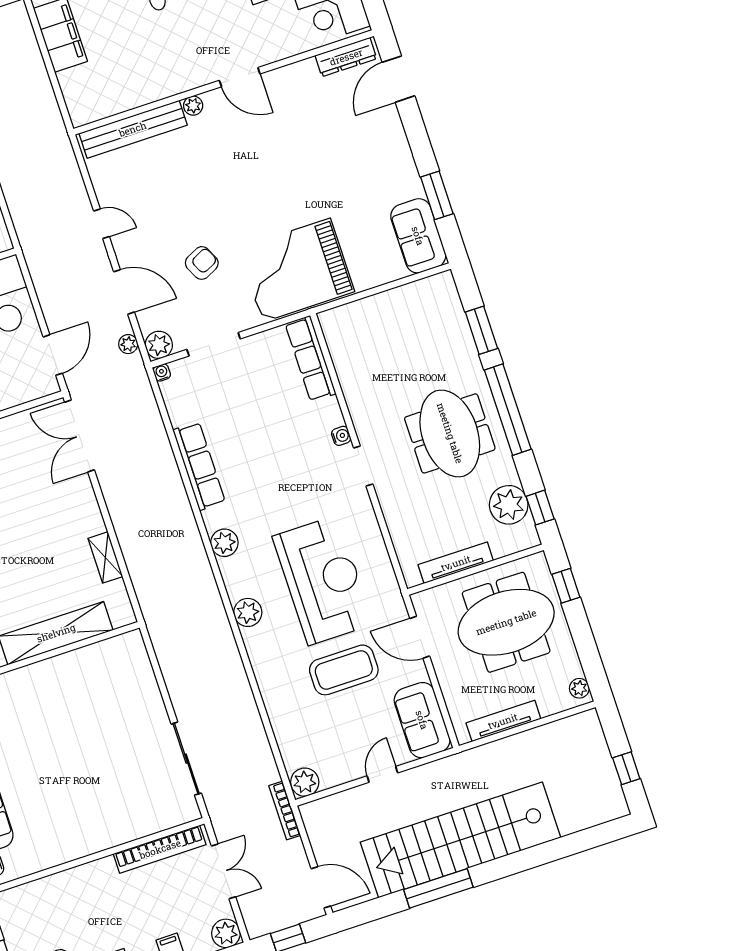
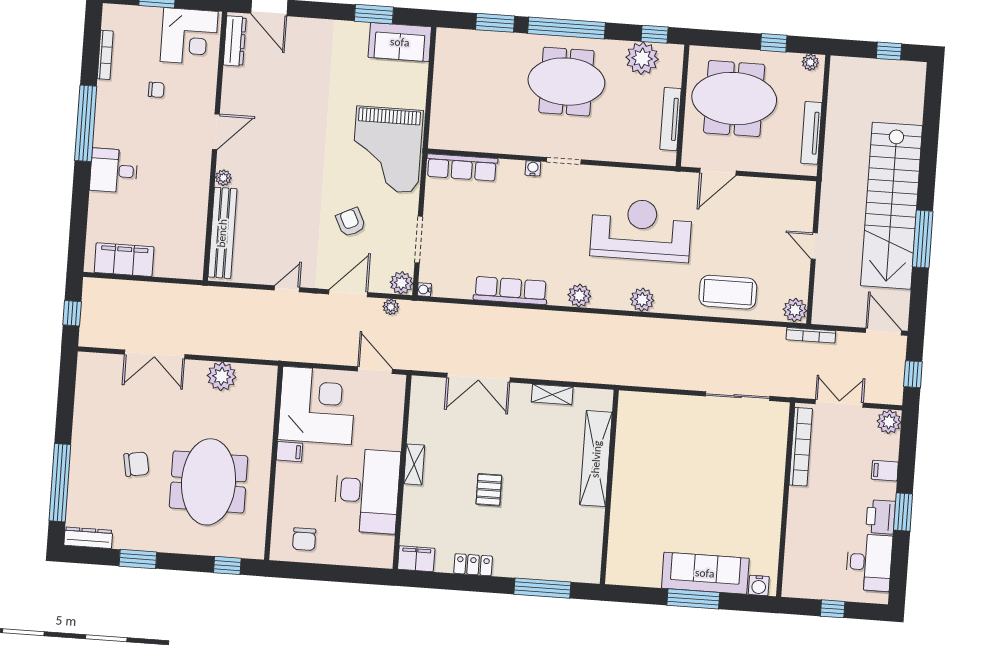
double door: (80, 436) -> (478, 378), moved
window: (566, 586) -> (774, 43), moved
meeting table: (506, 622) -> (734, 99), turned 90
coffee table: (344, 670) -> (728, 292), moved, turned 90
sofa: (422, 720) -> (784, 197), removed
door: (321, 887) -> (884, 332), hinge flipped

